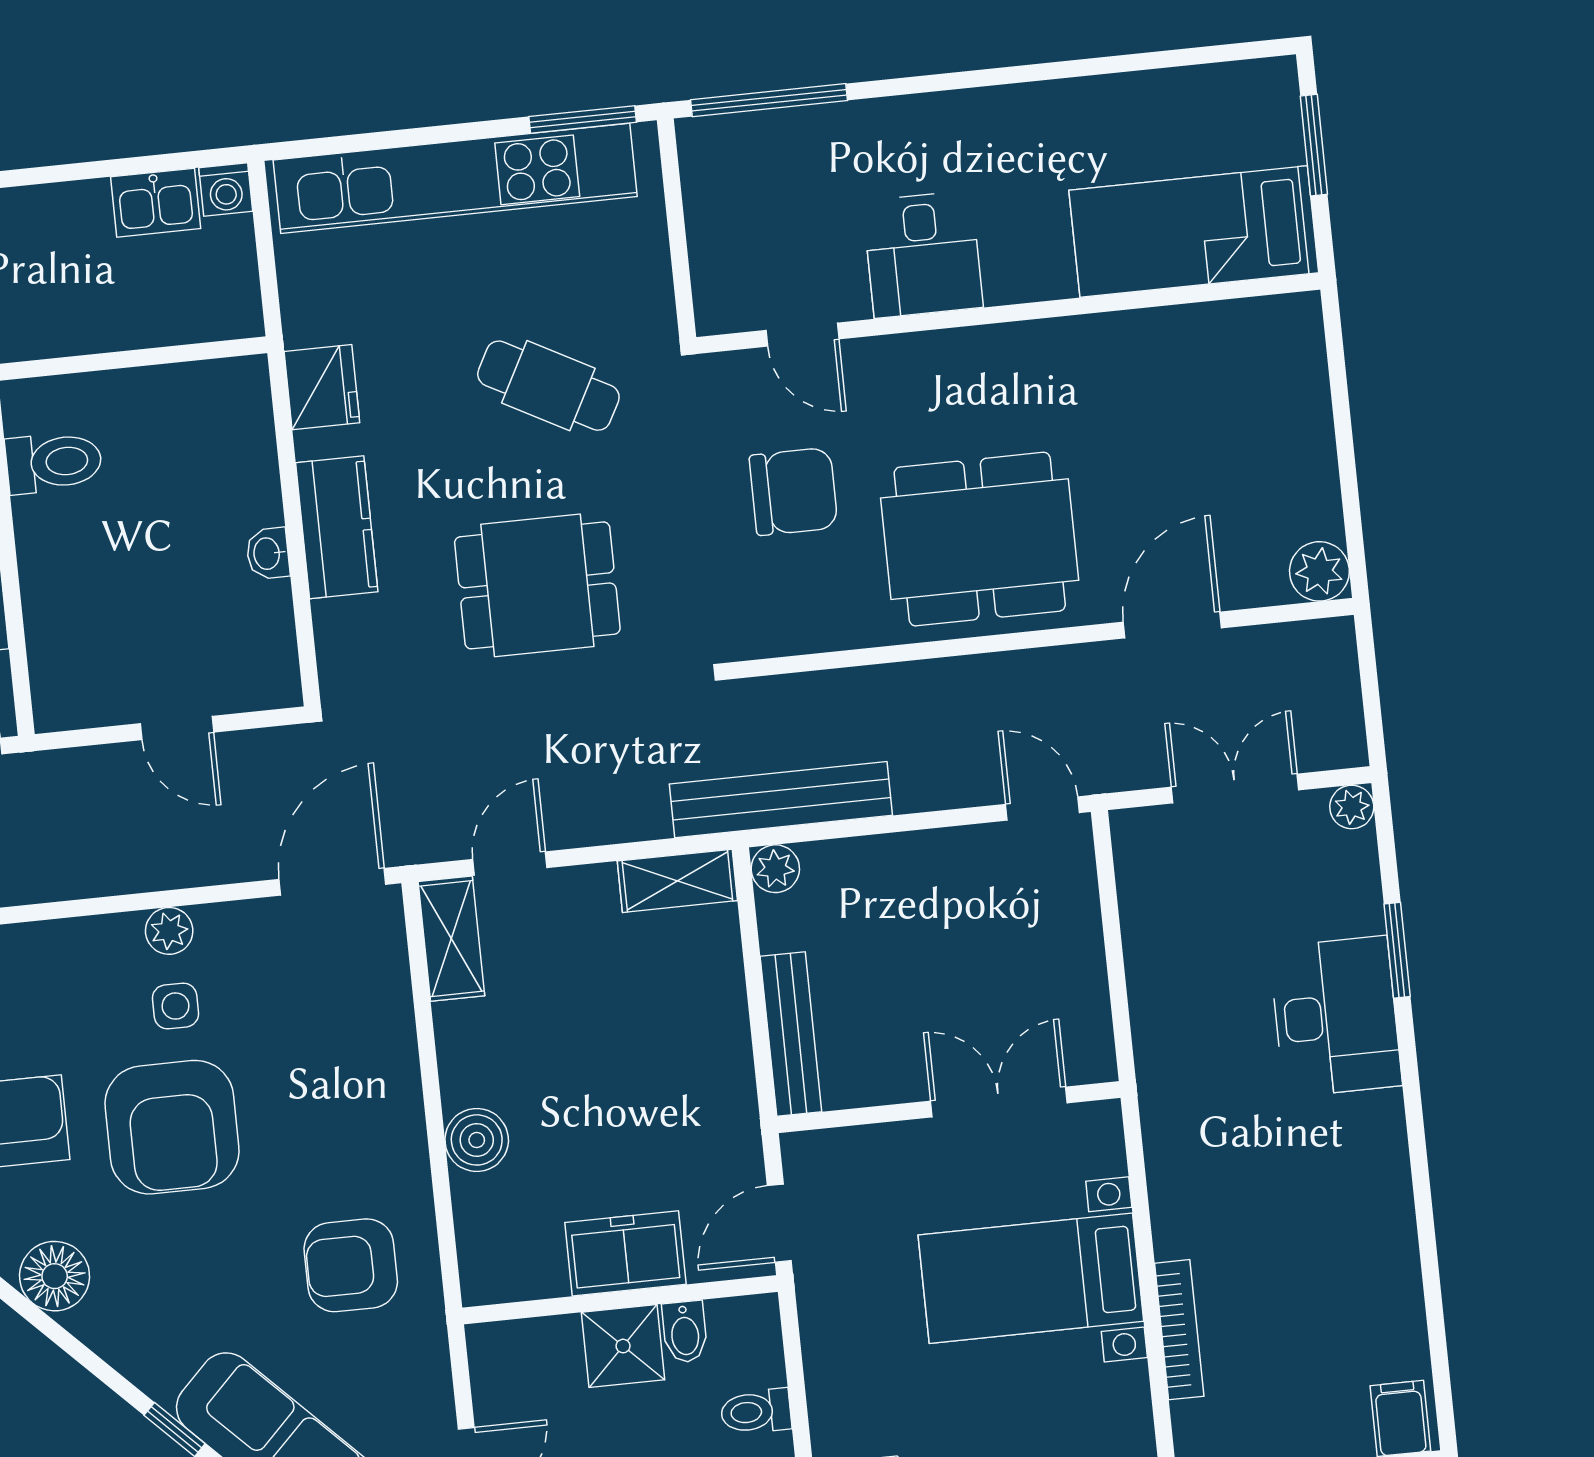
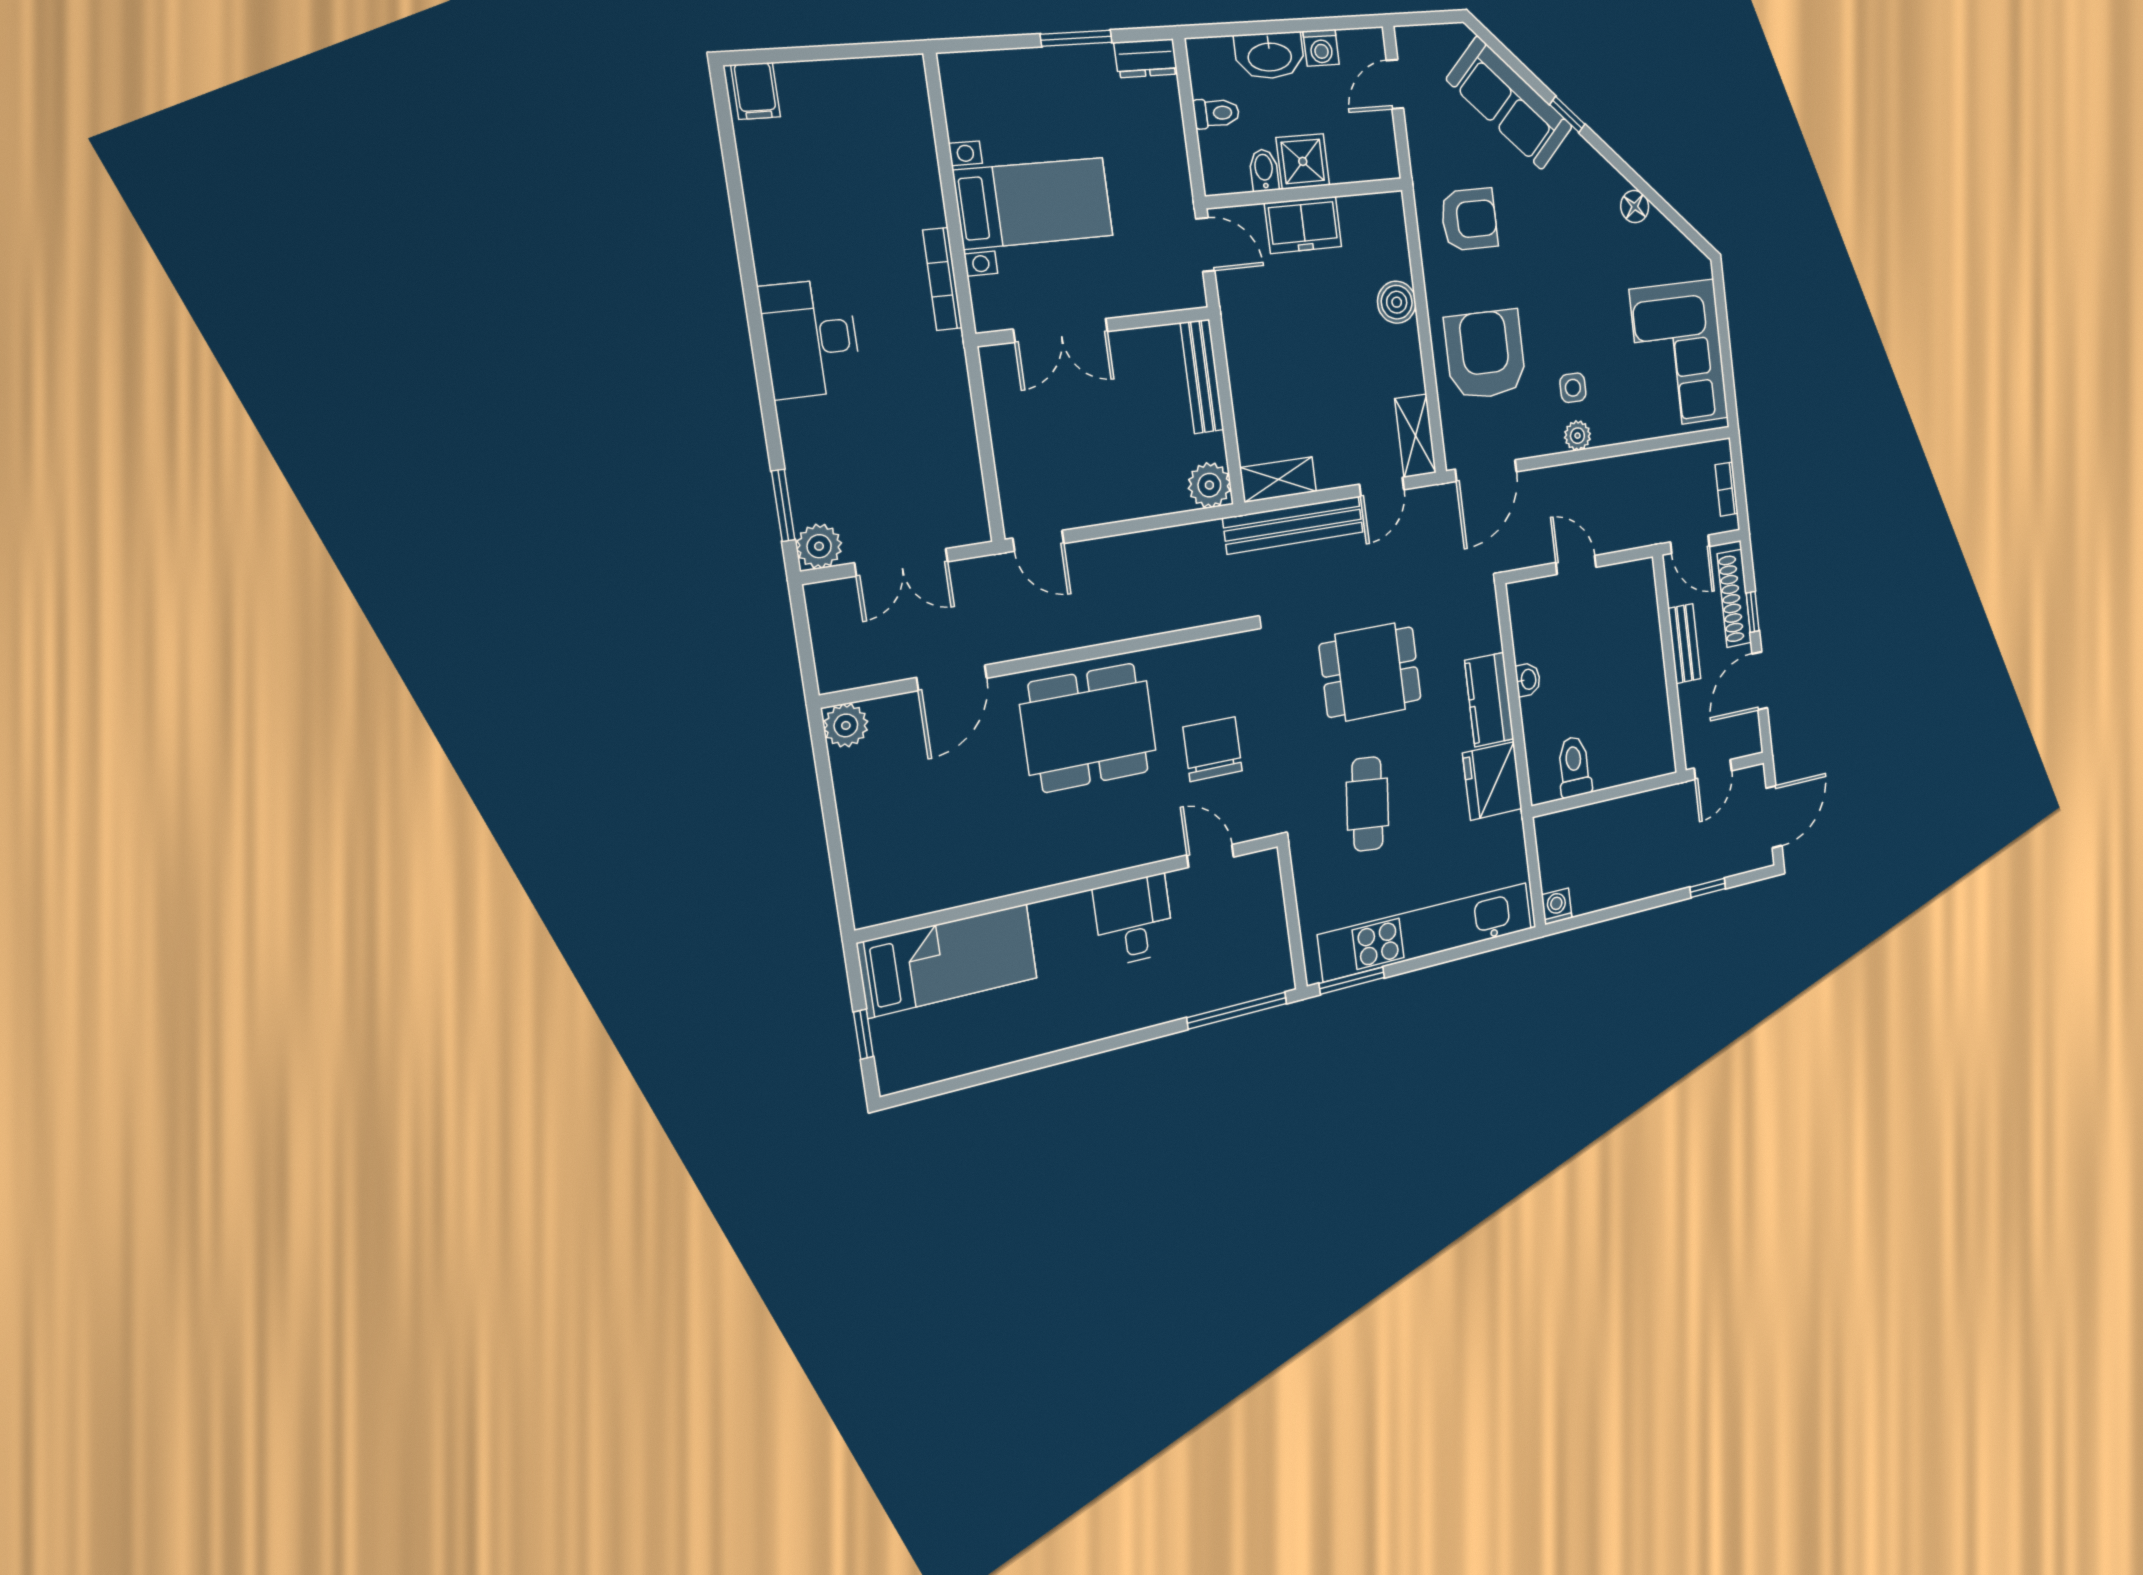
window: (1314, 145) -> (863, 1034), width x0.67
kitchen sink: (156, 203) -> (1595, 893), removed
cafe table: (548, 386) -> (1367, 804), turned 68
fridge: (322, 387) -> (1492, 781), width x1.36, depth x1.34
toilet: (54, 462) -> (1574, 767), moved, turned 90
chair: (793, 492) -> (1213, 749), turned 90
bench: (781, 800) -> (1294, 525), moved
plant: (1352, 807) -> (819, 546), width x1.38, depth x1.38
plant: (775, 869) -> (1209, 485), width x1.38, depth x1.38
window: (1397, 950) -> (783, 505), moved
desk: (1336, 1016) -> (811, 339), moved
armchair: (172, 1127) -> (1485, 355), moved
door: (779, 1223) -> (1205, 245), hinge flipped
floor lamp: (55, 1276) -> (1635, 207), width x0.73, depth x0.73
bookcase: (1179, 1330) -> (942, 279), moved

